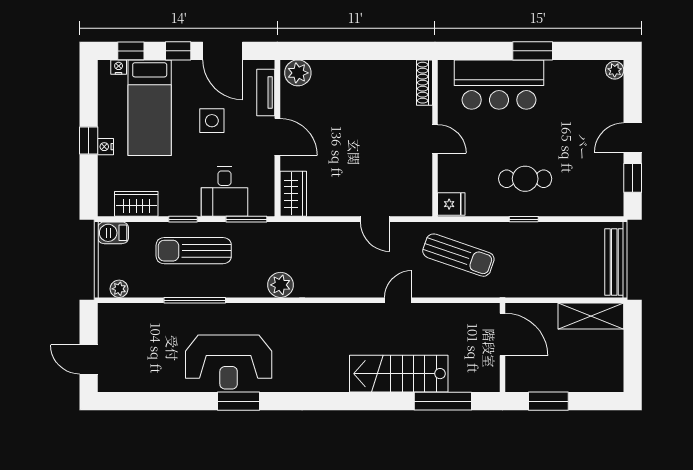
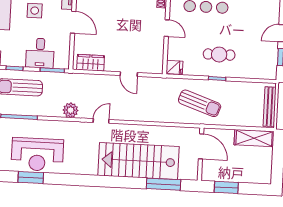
wardrobe: (293, 194) -> (91, 63), moved, turned -90
sun lounger: (458, 255) -> (200, 103), moved
door: (398, 300) -> (101, 121), moved
stairs: (399, 374) -> (138, 161), width x1.36, depth x1.51
window: (239, 401) -> (31, 177), moved

